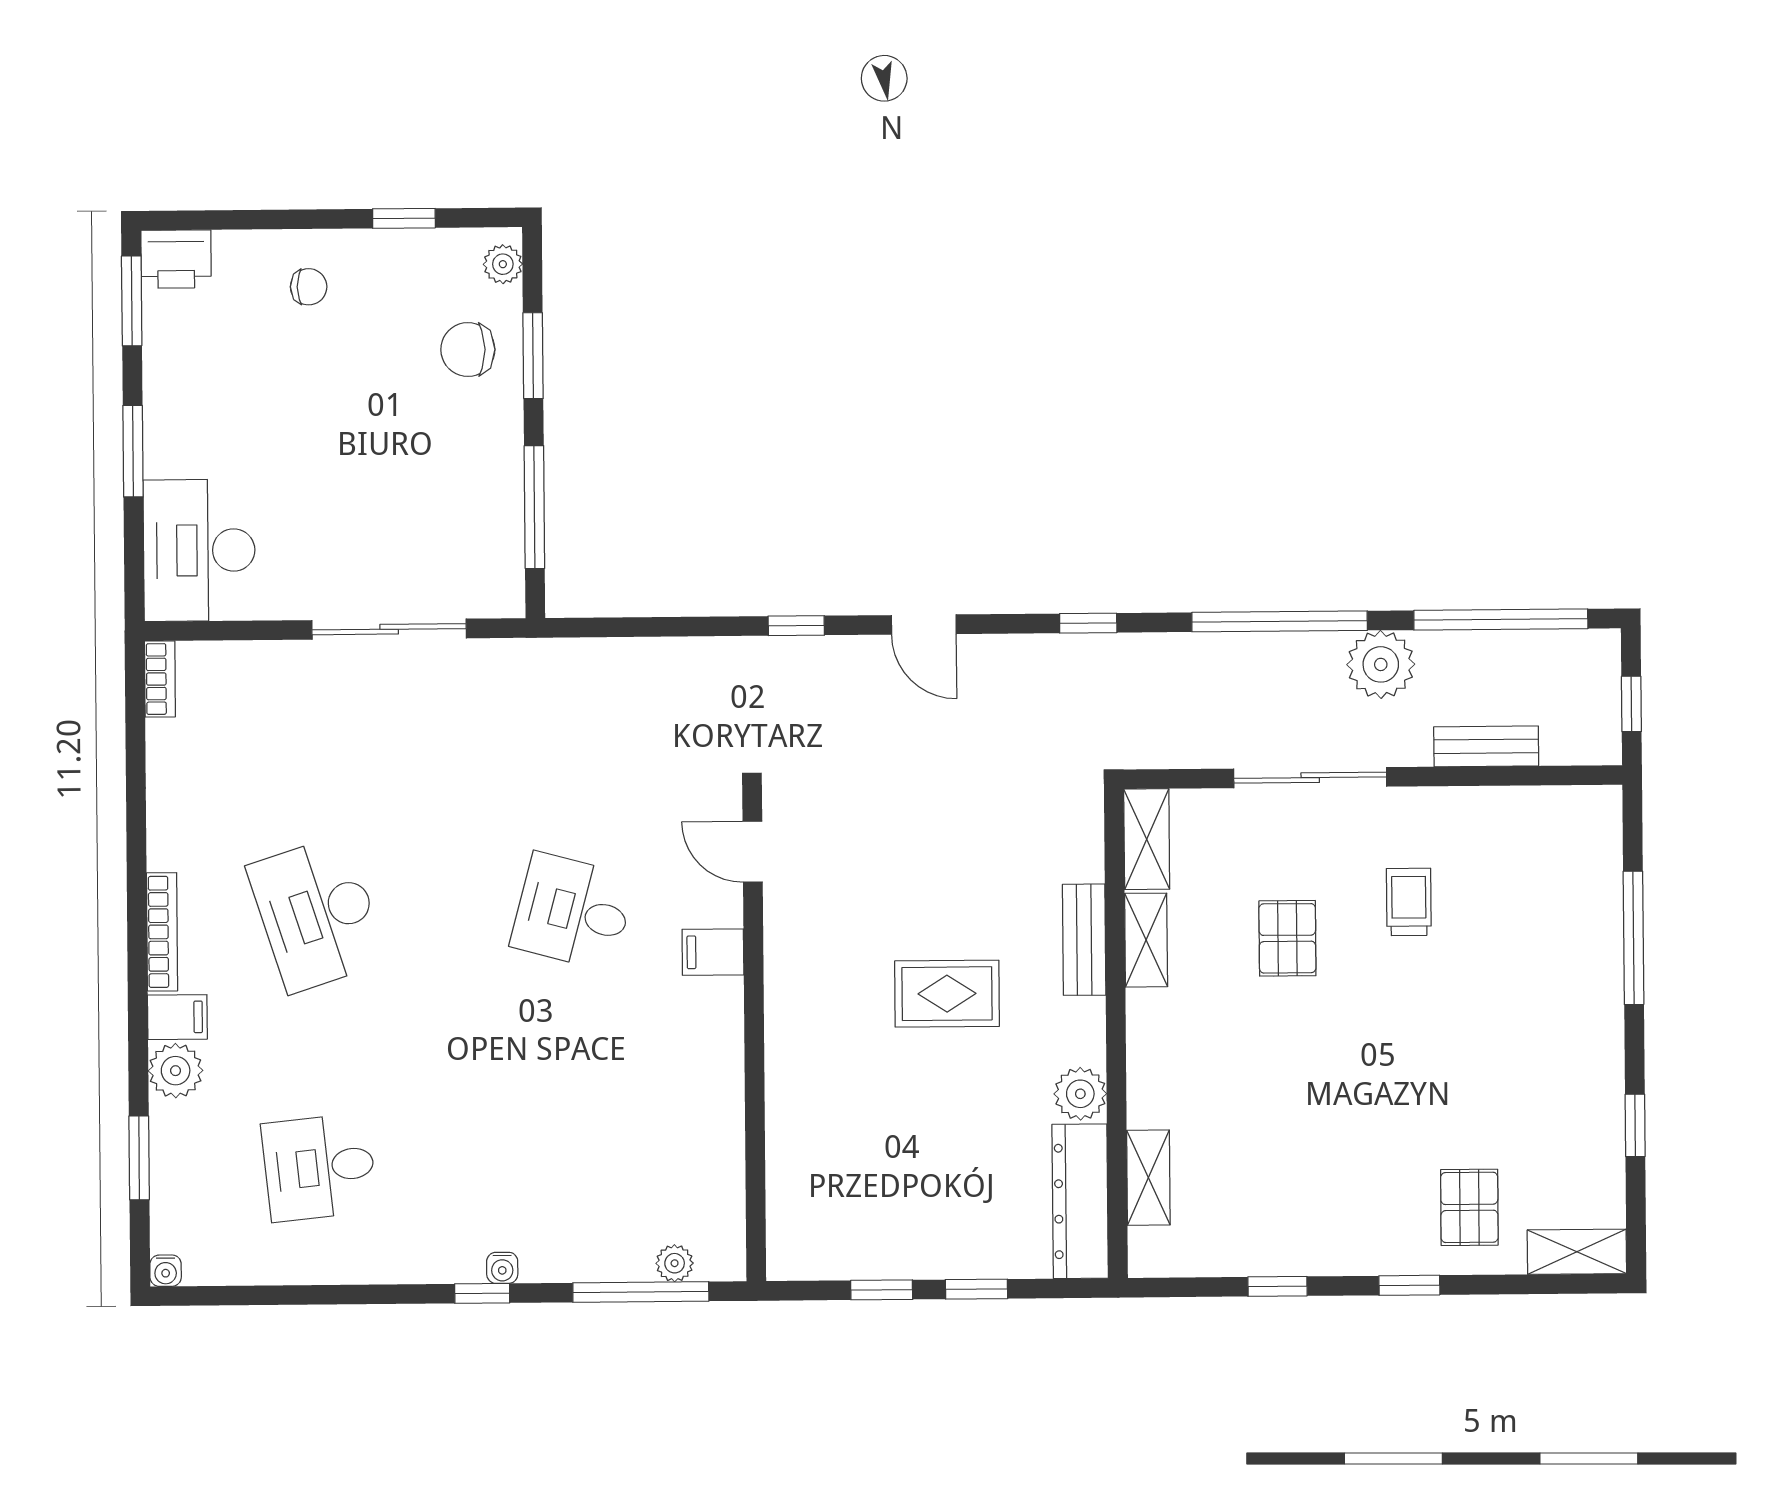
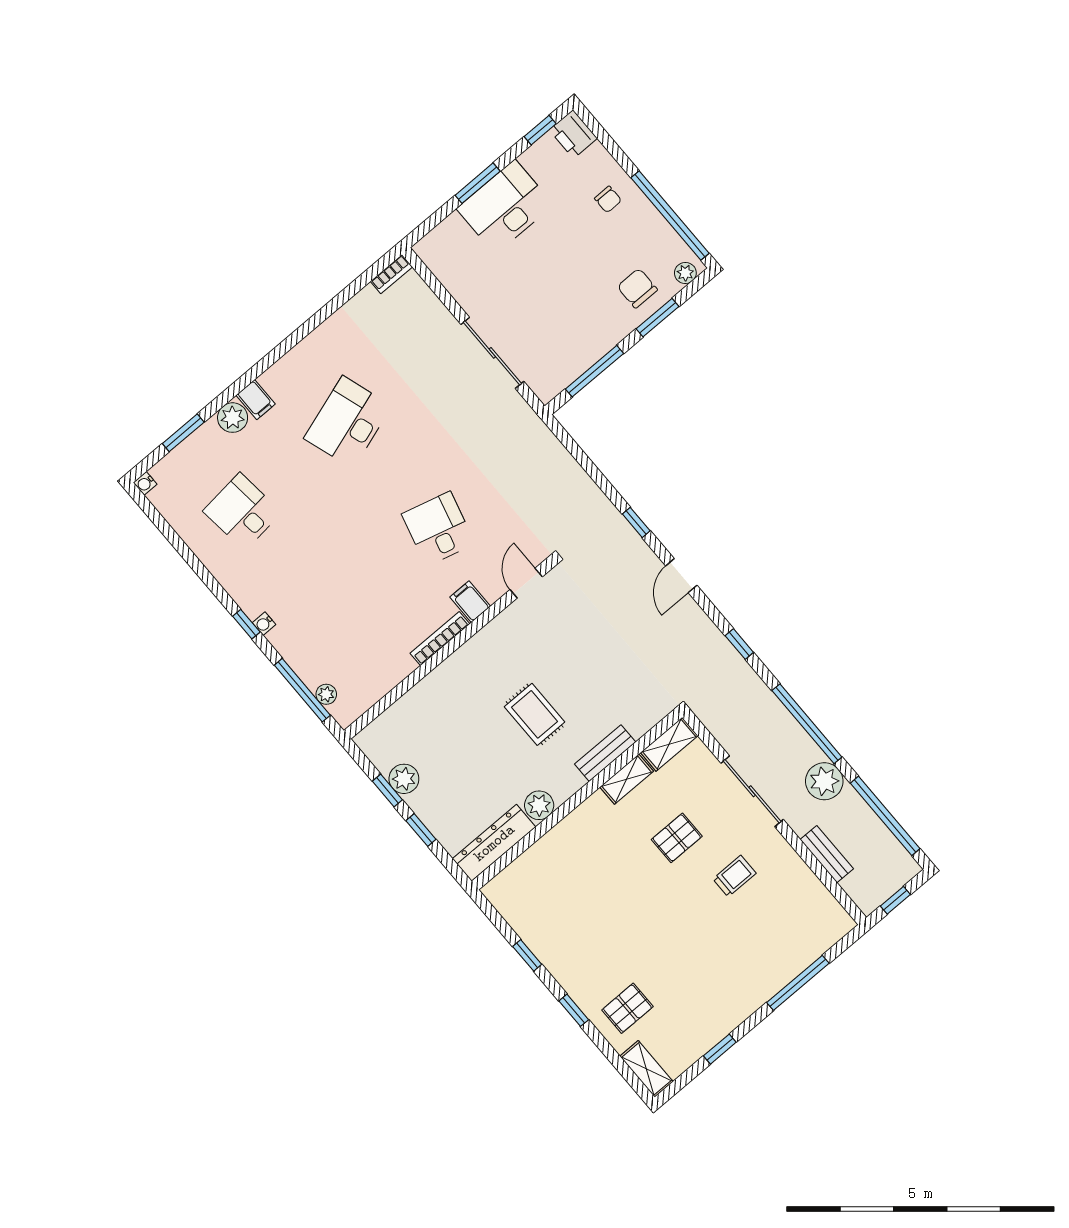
window: (404, 218) -> (670, 215), width x3.17
window: (132, 301) -> (540, 130), width x0.67
desk: (199, 550) -> (505, 207), moved
bookcase: (162, 932) -> (440, 639), moved, turned 180
shelving: (1148, 1178) -> (528, 863), removed
plant: (885, 1253) -> (404, 779), added

